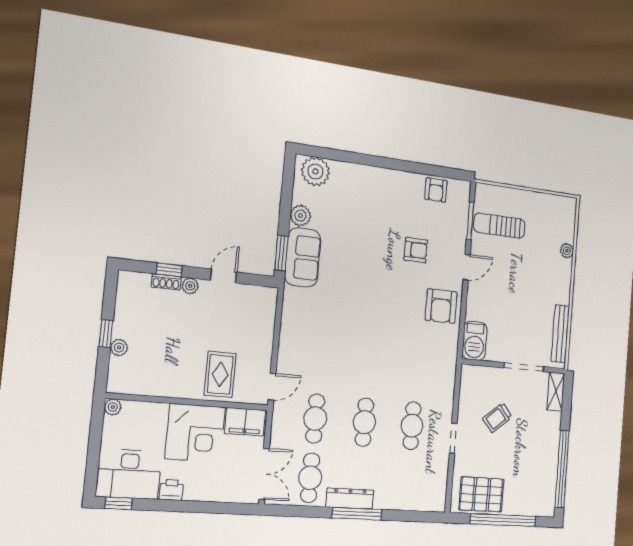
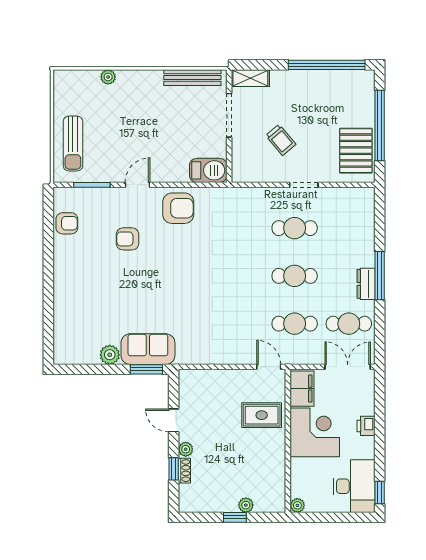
plant: (315, 171) -> (67, 344), removed
sun lounger: (499, 226) -> (73, 143), moved
armchair: (416, 250) -> (128, 239), turned -90
door: (467, 267) -> (138, 185), hinge flipped
printer: (171, 490) -> (366, 426), moved
dresser: (350, 499) -> (366, 284), width x0.70

